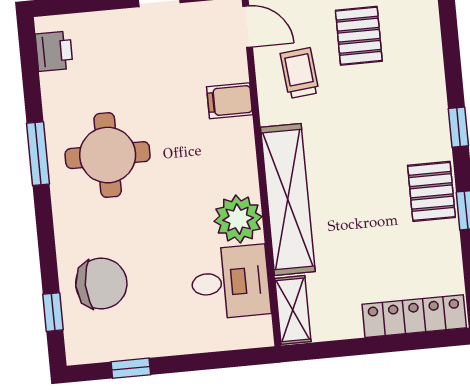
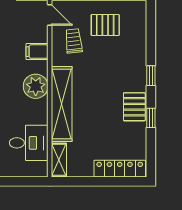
pallet: (359, 36) -> (105, 25), turned 90
plant: (238, 219) -> (36, 86), moved

